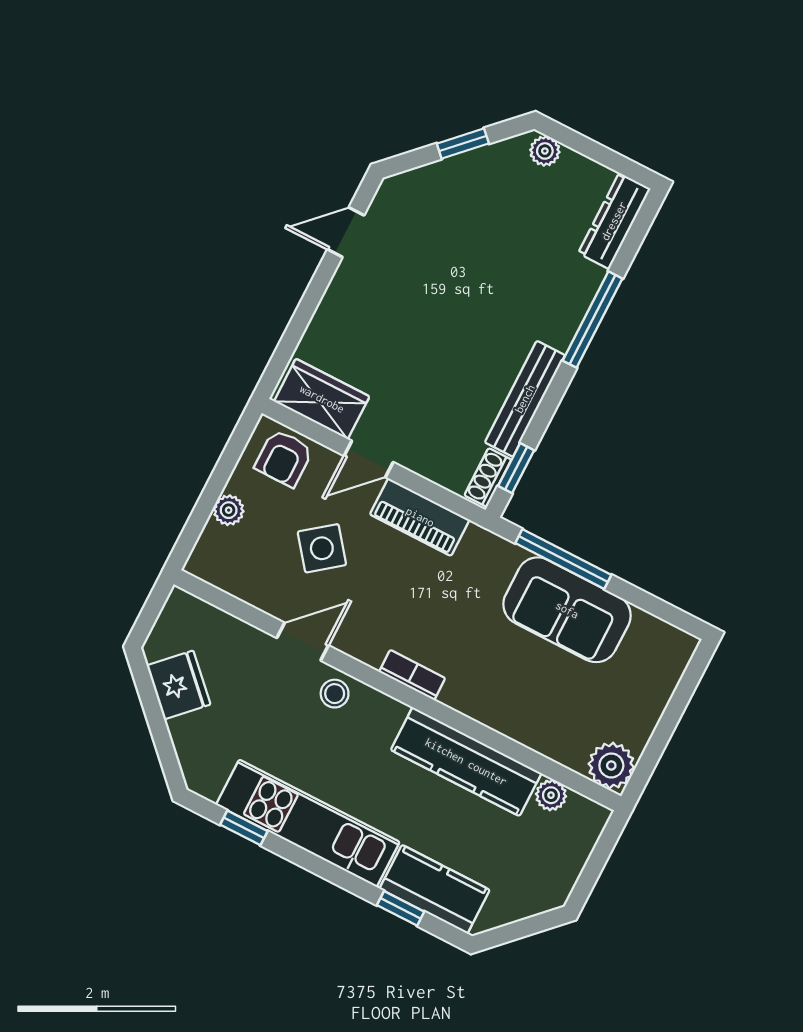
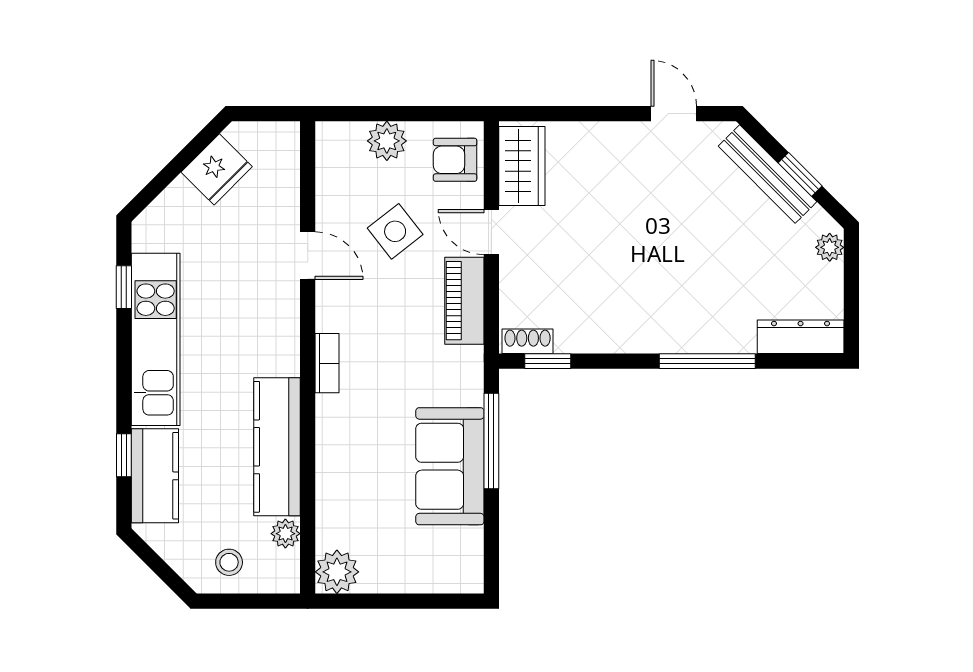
bench: (525, 399) -> (767, 174), moved, turned 45
plant: (229, 510) -> (387, 141), width x1.38, depth x1.38
stool: (335, 694) -> (229, 562), moved

